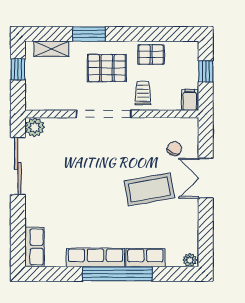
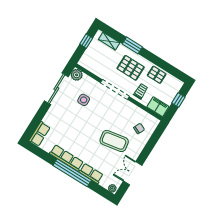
filing cabinet: (190, 100) -> (158, 107), width x2.00
side table: (68, 157) -> (84, 100), added
double door: (206, 178) -> (133, 173), moved

